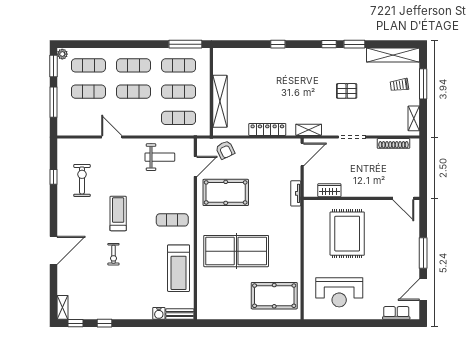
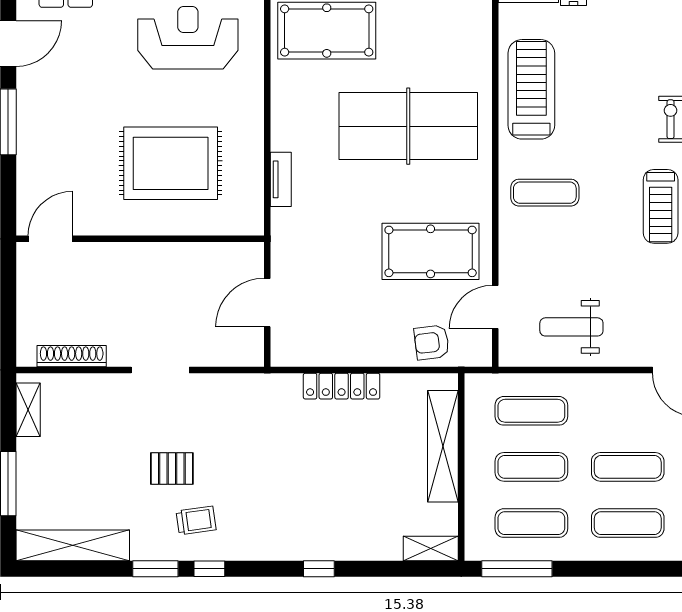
trolley: (399, 85) -> (196, 520), moved
shelving: (309, 130) -> (431, 548), moved
armchair: (225, 150) -> (432, 342), turned -71
door: (302, 154) -> (267, 303), moved
wardrobe: (329, 190) -> (209, 256), removed
tv unit: (296, 193) -> (281, 179), moved
door: (403, 198) -> (50, 239), hinge flipped
rug: (347, 234) -> (171, 163), turned 90

